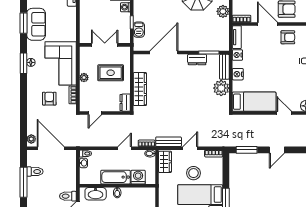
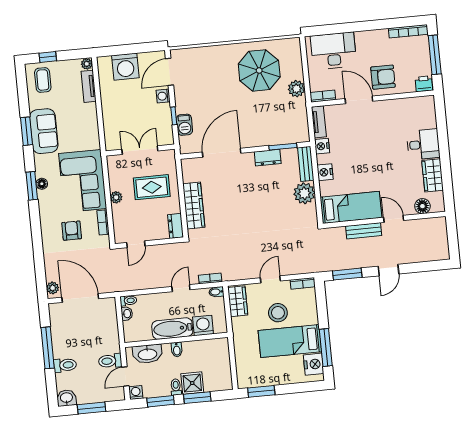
armchair: (288, 37) -> (388, 115), removed
bench: (169, 142) -> (364, 231), moved
toilet: (35, 172) -> (65, 365), moved

